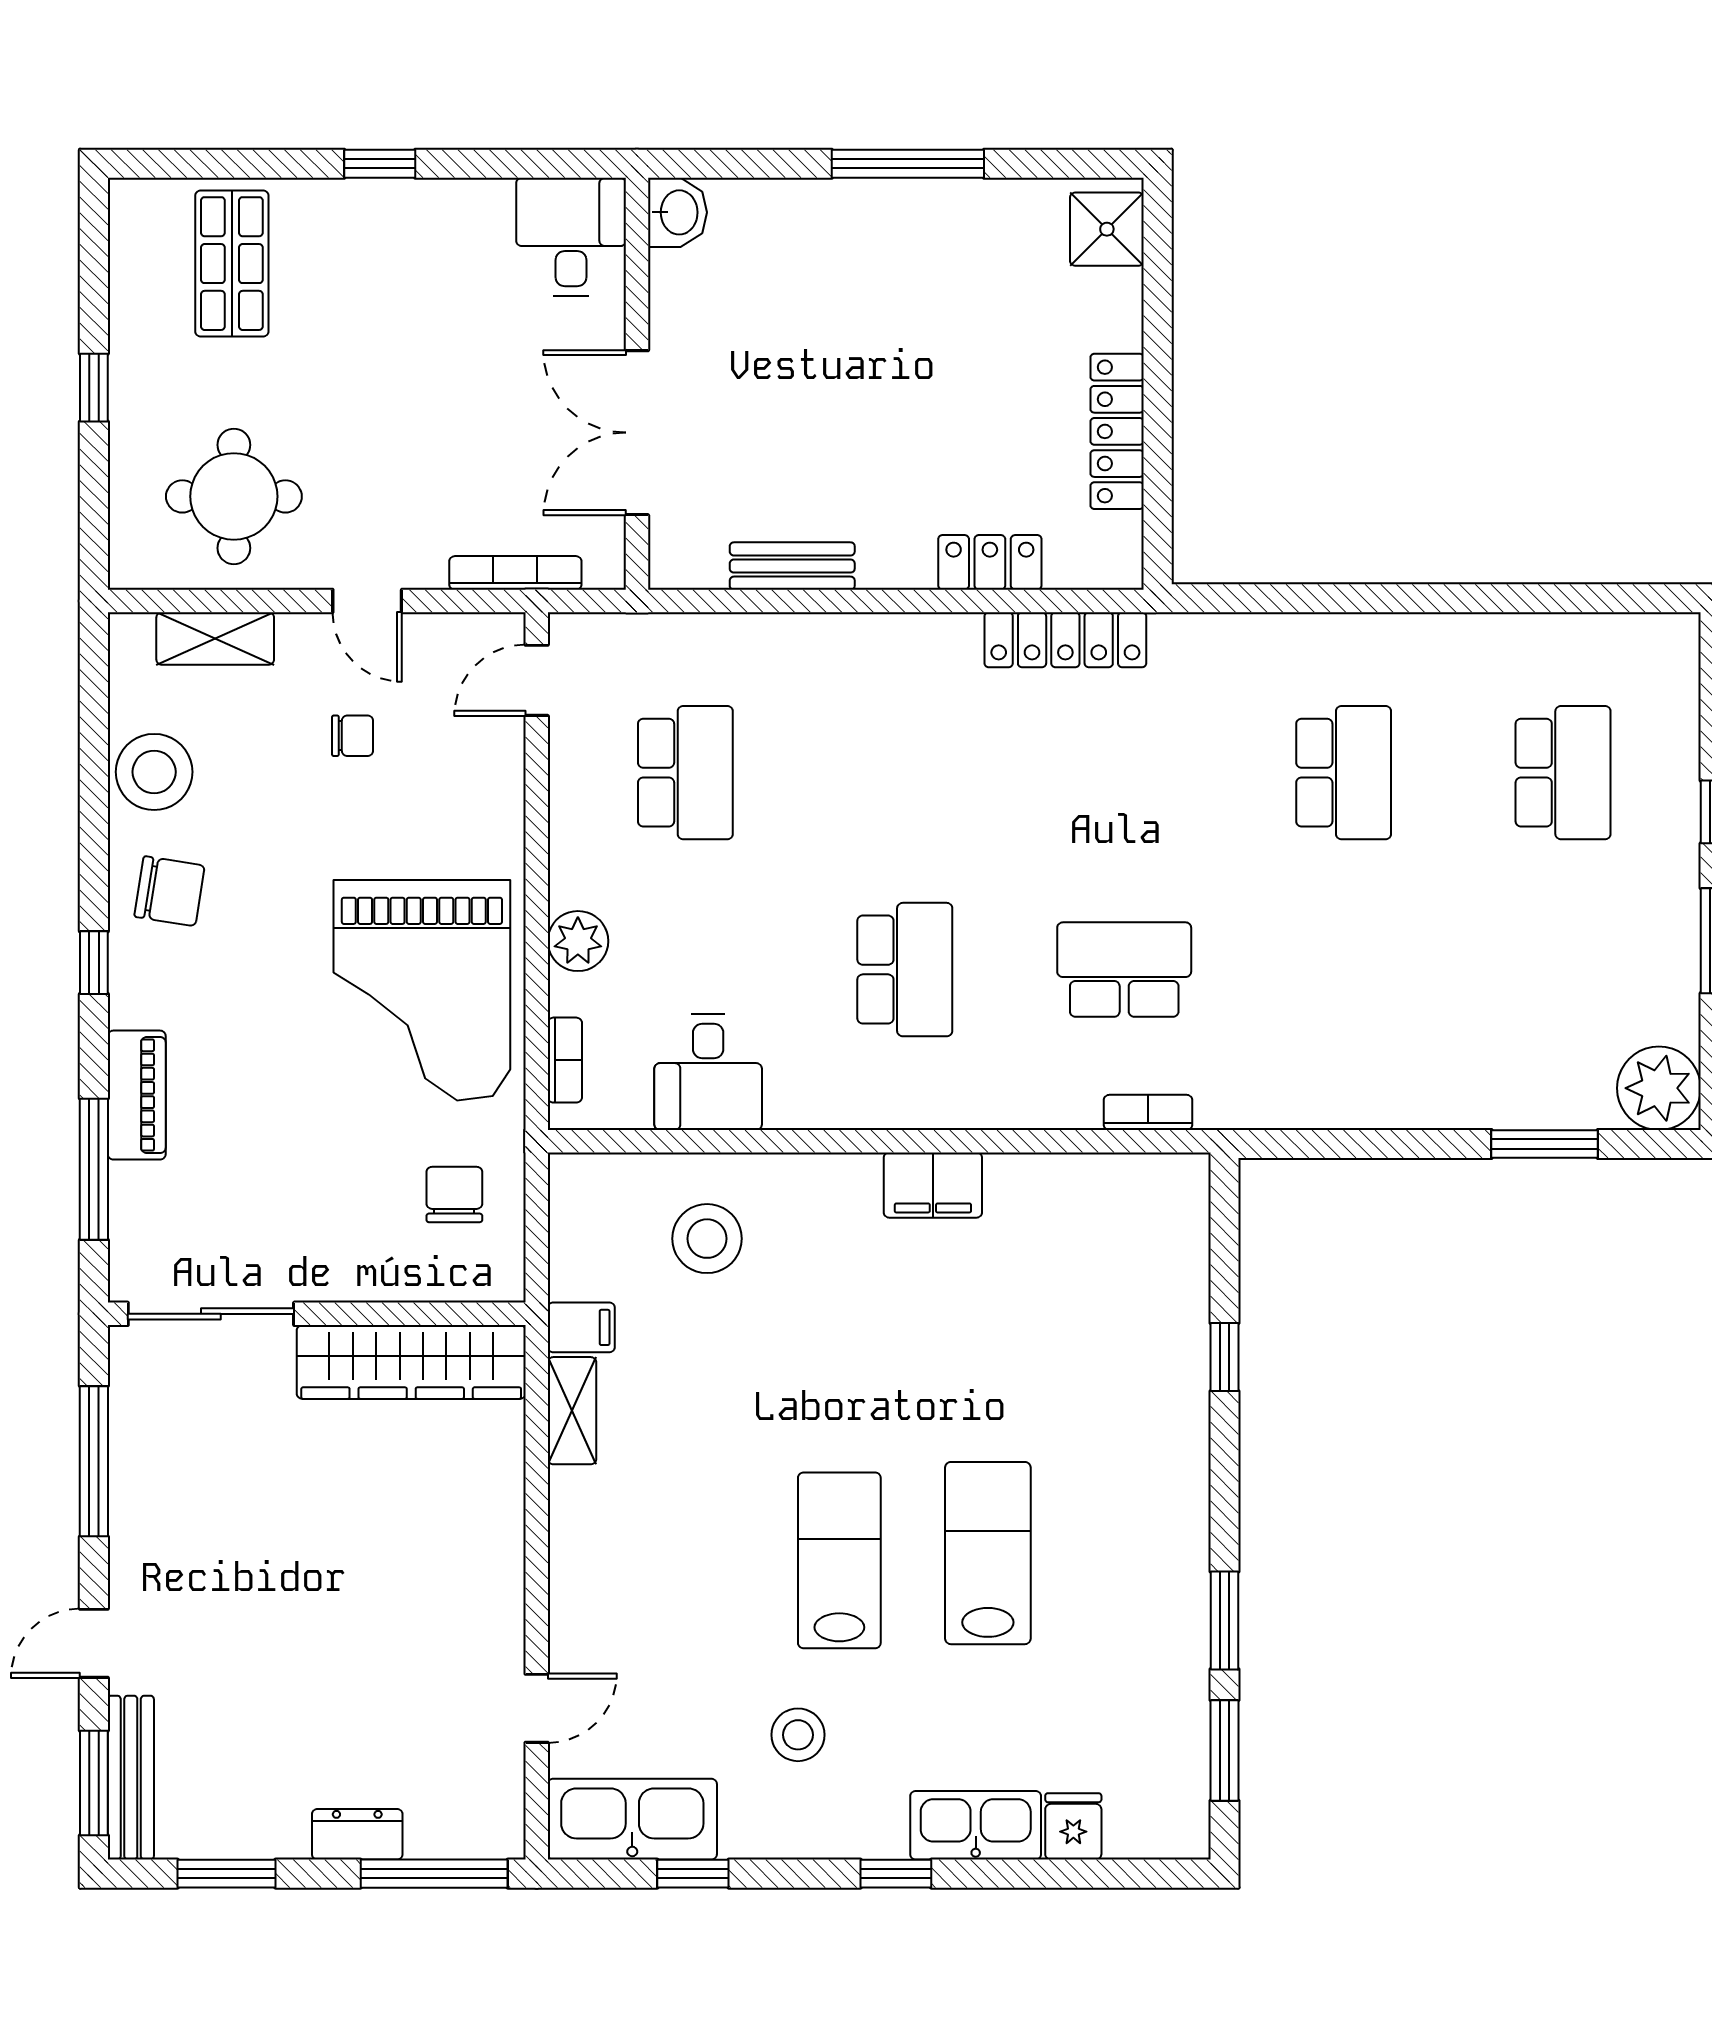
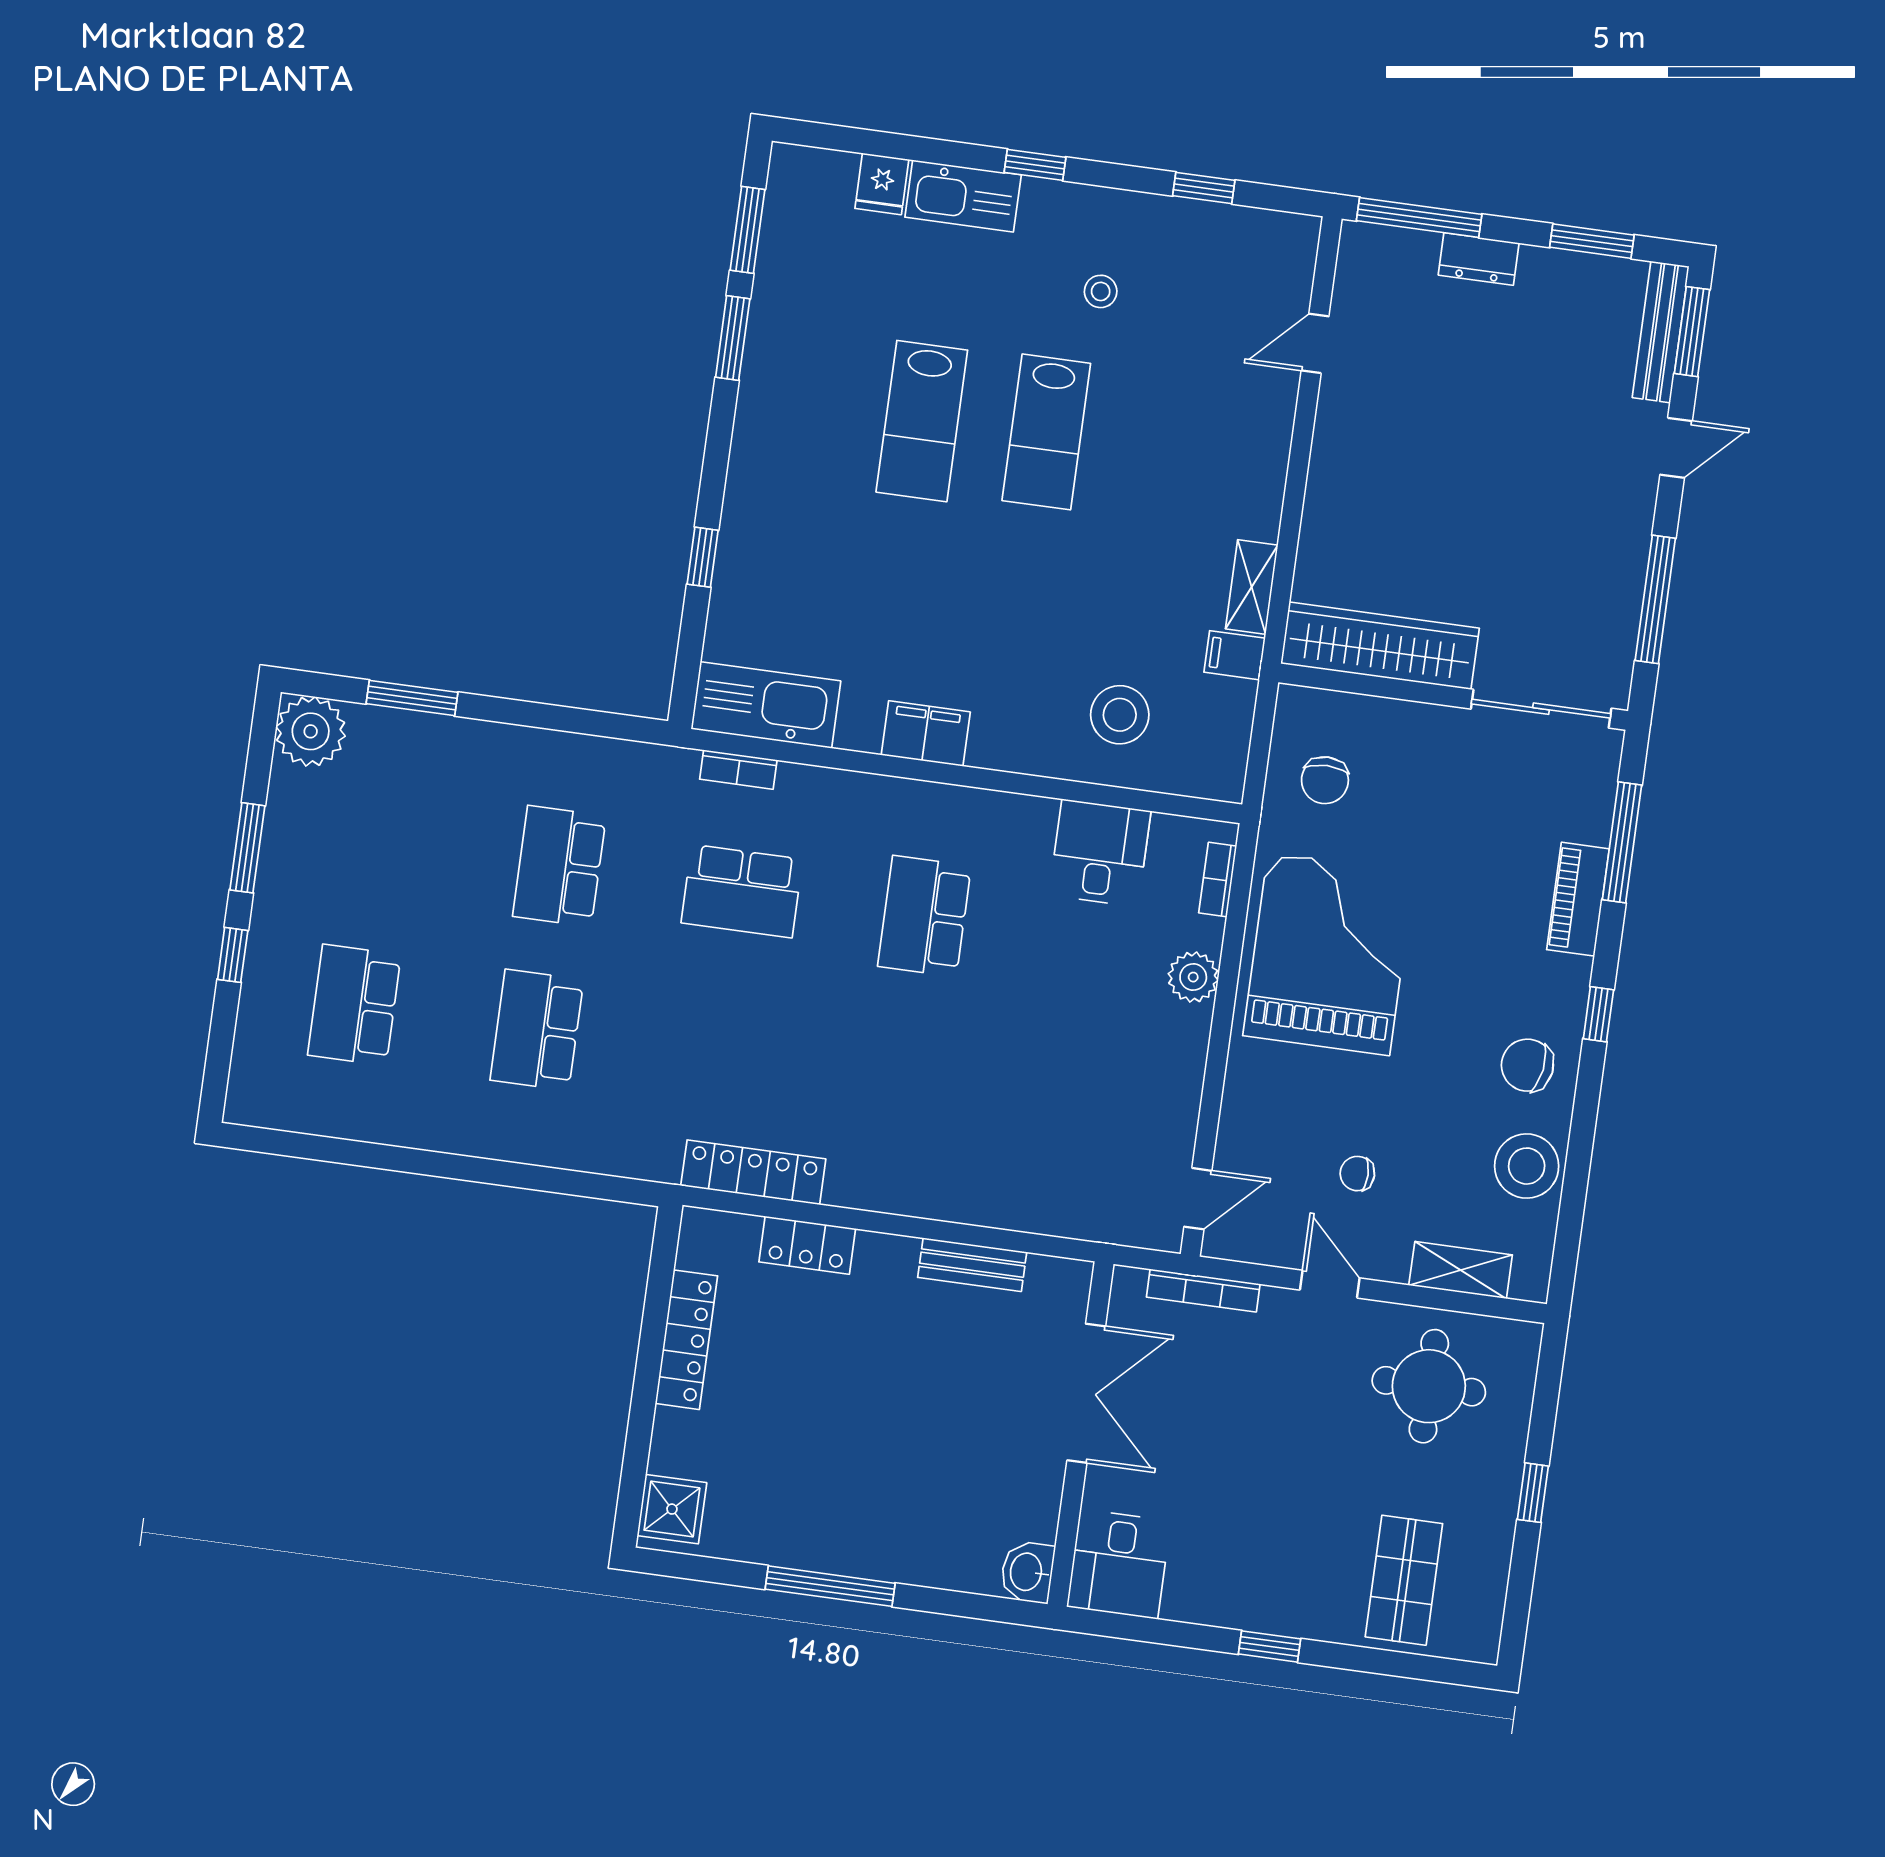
school desk: (685, 773) -> (559, 866), moved
stool: (798, 1735) -> (1101, 291), width x0.73, depth x0.73
kitchen sink: (632, 1819) -> (766, 705), moved, turned 180

